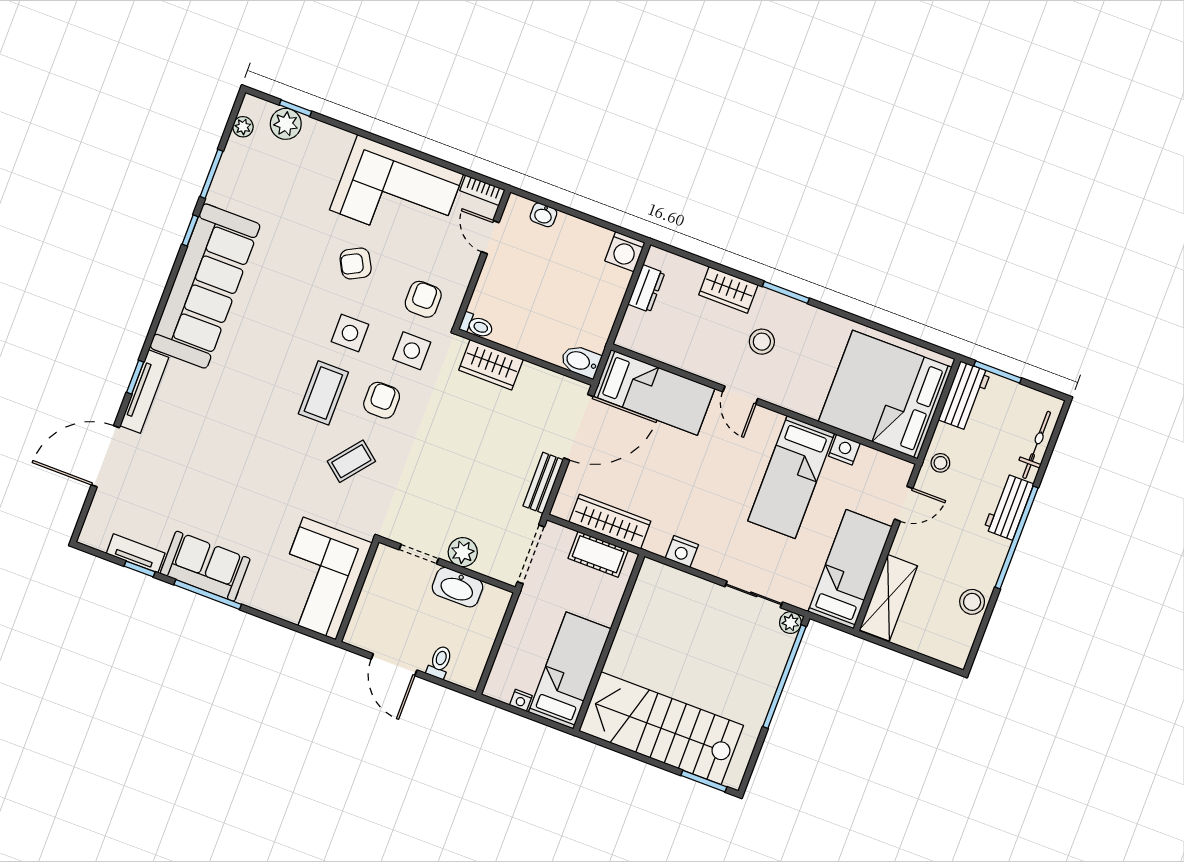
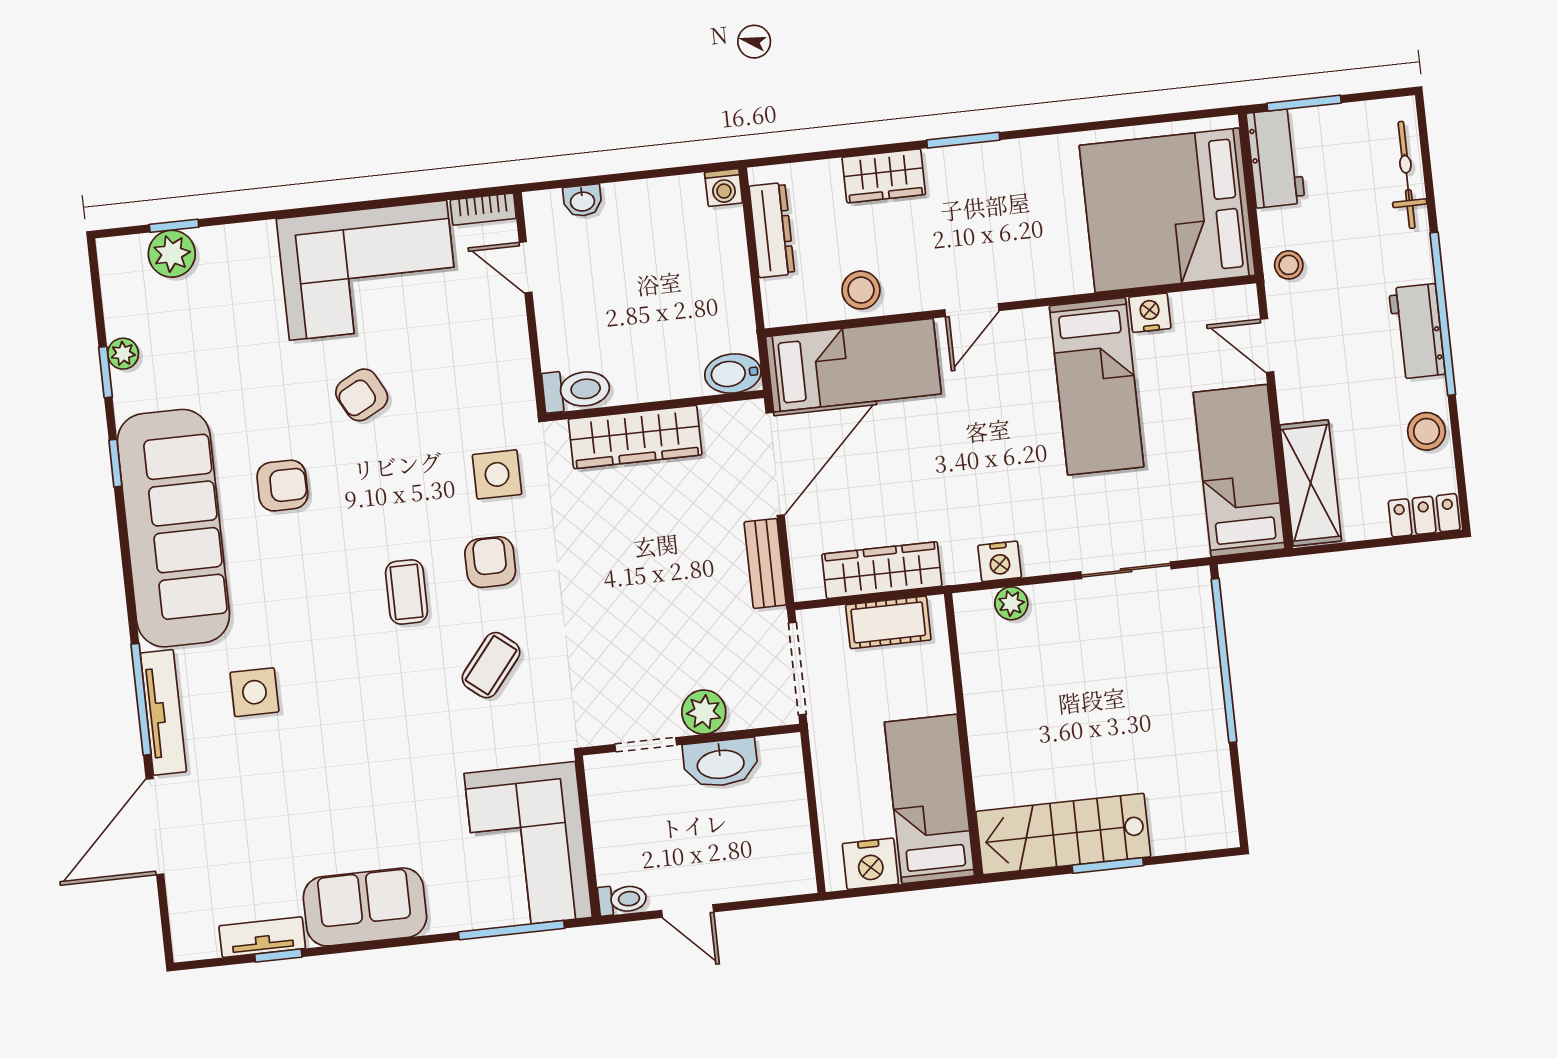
plant: (243, 127) -> (123, 354), moved
window: (211, 174) -> (106, 372), width x0.67
washing machine: (625, 252) -> (724, 188), width x0.73, depth x0.73
dresser: (646, 289) -> (772, 230), width x1.44
armchair: (423, 299) -> (282, 486), moved, turned 90
toilet: (477, 326) -> (576, 390), width x1.37, depth x1.39
side table: (350, 333) -> (254, 692), moved
stool: (762, 342) -> (861, 290), moved
wardrobe: (491, 365) -> (635, 437), width x1.50
window: (135, 377) -> (141, 699), width x2.17
coffee table: (323, 393) -> (406, 592), width x0.73, depth x0.77
door: (740, 395) -> (972, 310), hinge flipped
door: (904, 504) -> (1267, 345), swing flipped
workbench: (1009, 507) -> (1417, 331), moved
window: (208, 595) -> (511, 930), moved
plant: (790, 623) -> (1011, 603), moved
locker: (946, 651) -> (1424, 515), added
toilet: (440, 662) -> (622, 899), moved, turned 90
door: (394, 665) -> (688, 911), width x0.73
nightstand: (521, 700) -> (870, 864), width x1.89, depth x1.79
stairs: (661, 728) -> (1063, 834), width x0.73, depth x0.66
window: (704, 781) -> (1108, 865), moved

